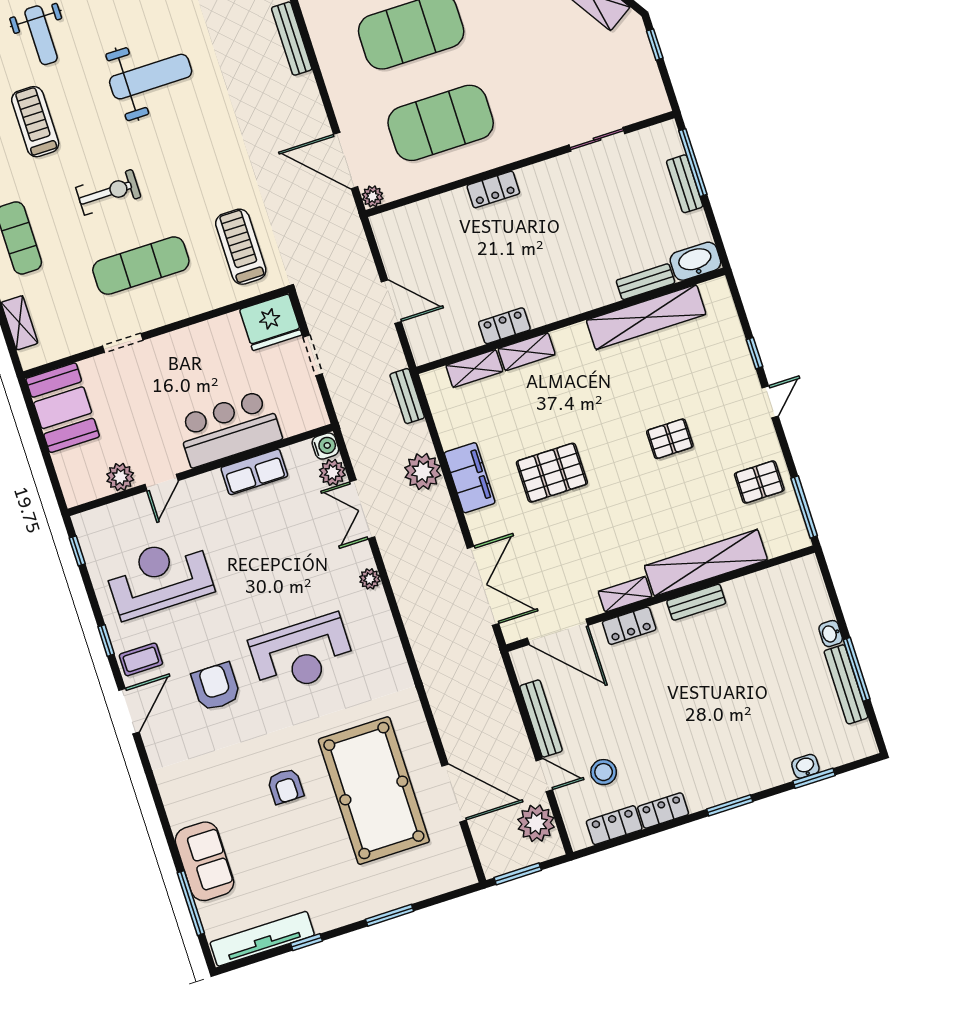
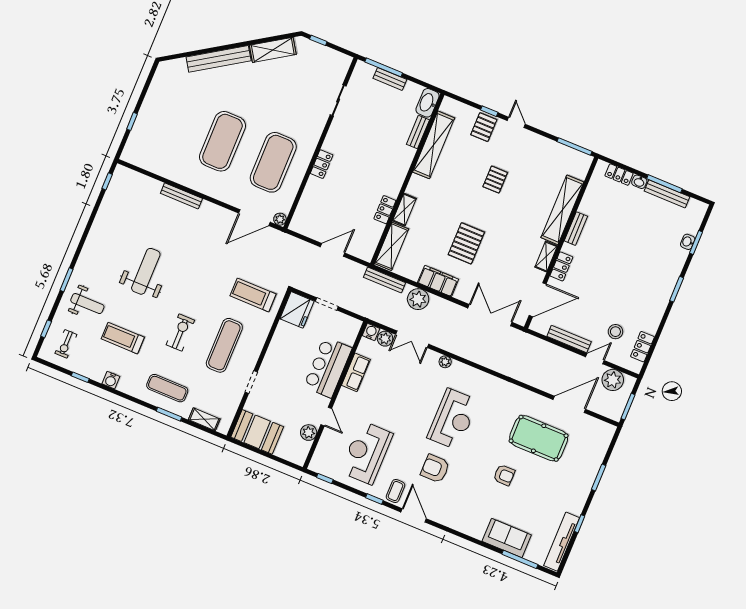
shelving: (474, 369) -> (392, 246), width x1.50, depth x1.33
bench: (407, 396) -> (385, 280), width x1.36
pallet: (759, 482) -> (484, 127), moved
pool table: (374, 791) -> (539, 438), width x0.73, depth x0.76
locker: (663, 811) -> (619, 175), moved, turned -90

